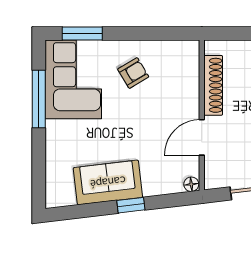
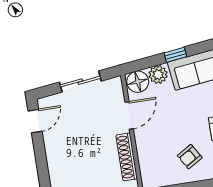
plant: (157, 184) -> (158, 75), added
floor lamp: (191, 184) -> (138, 82), width x1.89, depth x1.89

